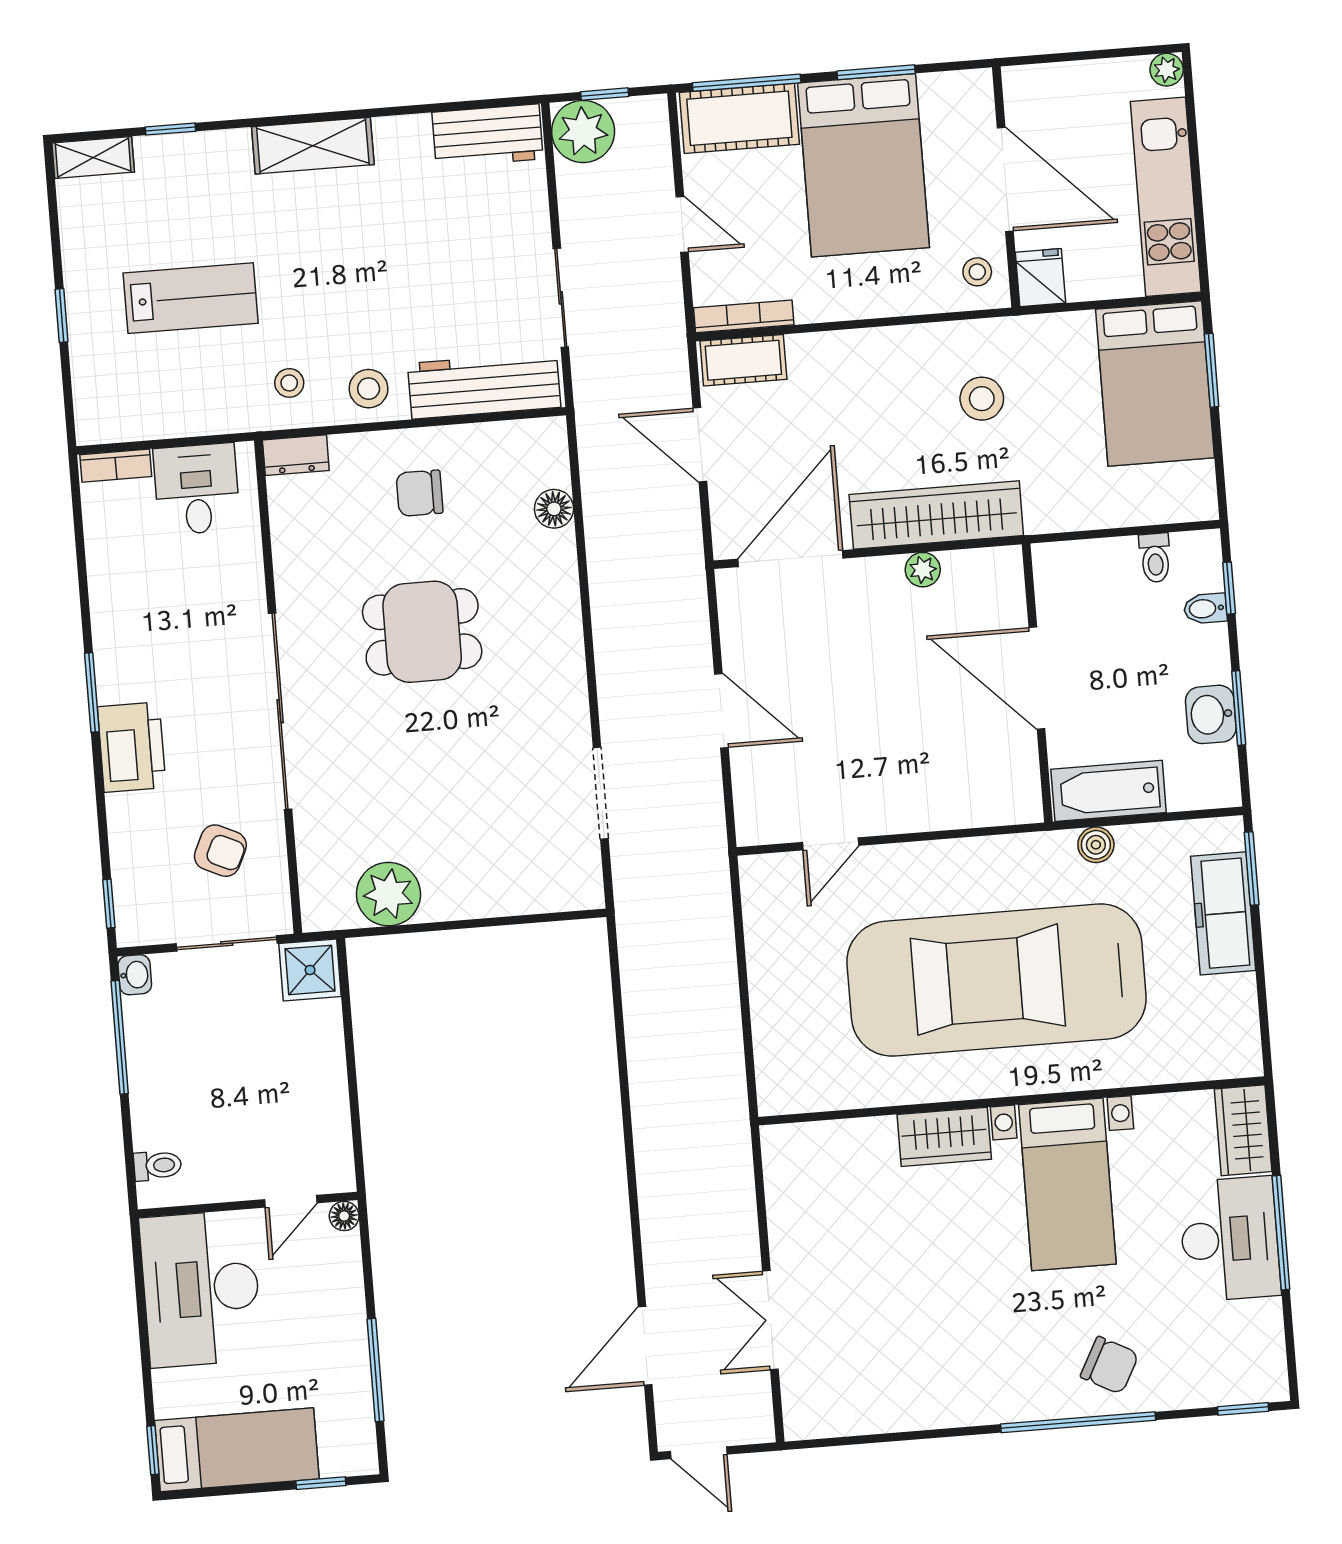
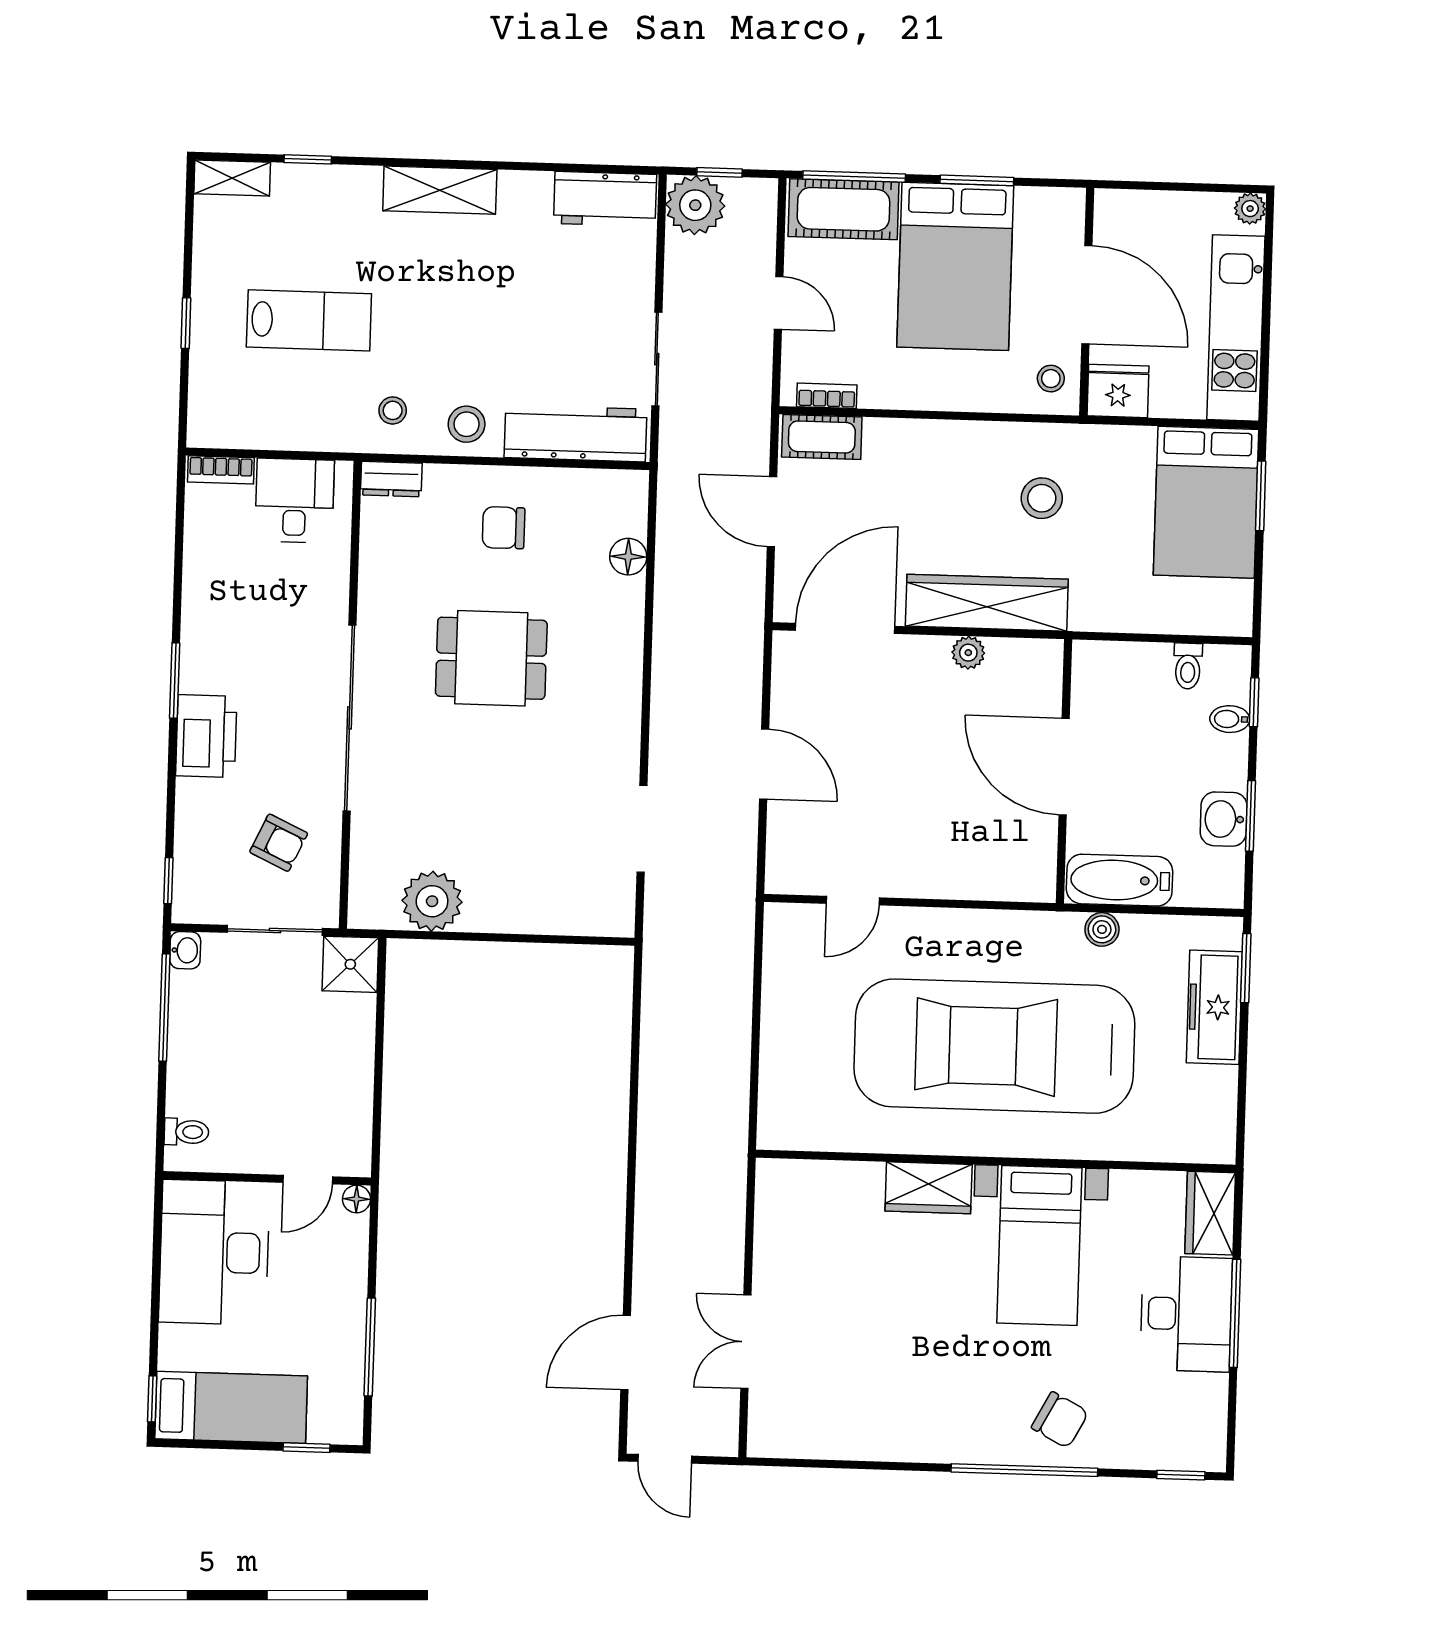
fridge: (1040, 278) -> (1118, 391), width x1.38
bookcase: (744, 316) -> (827, 396), width x0.64

